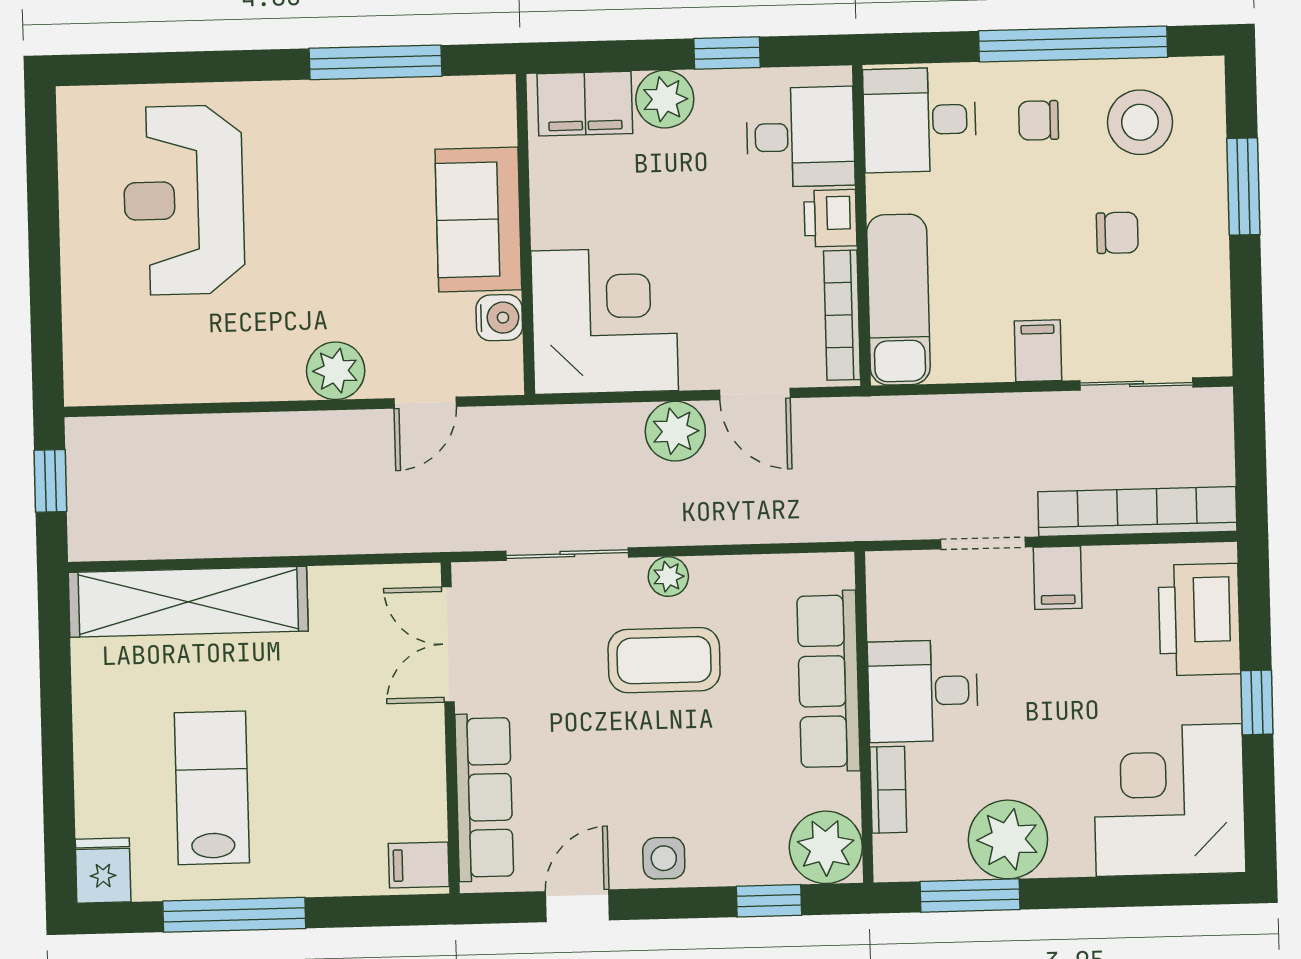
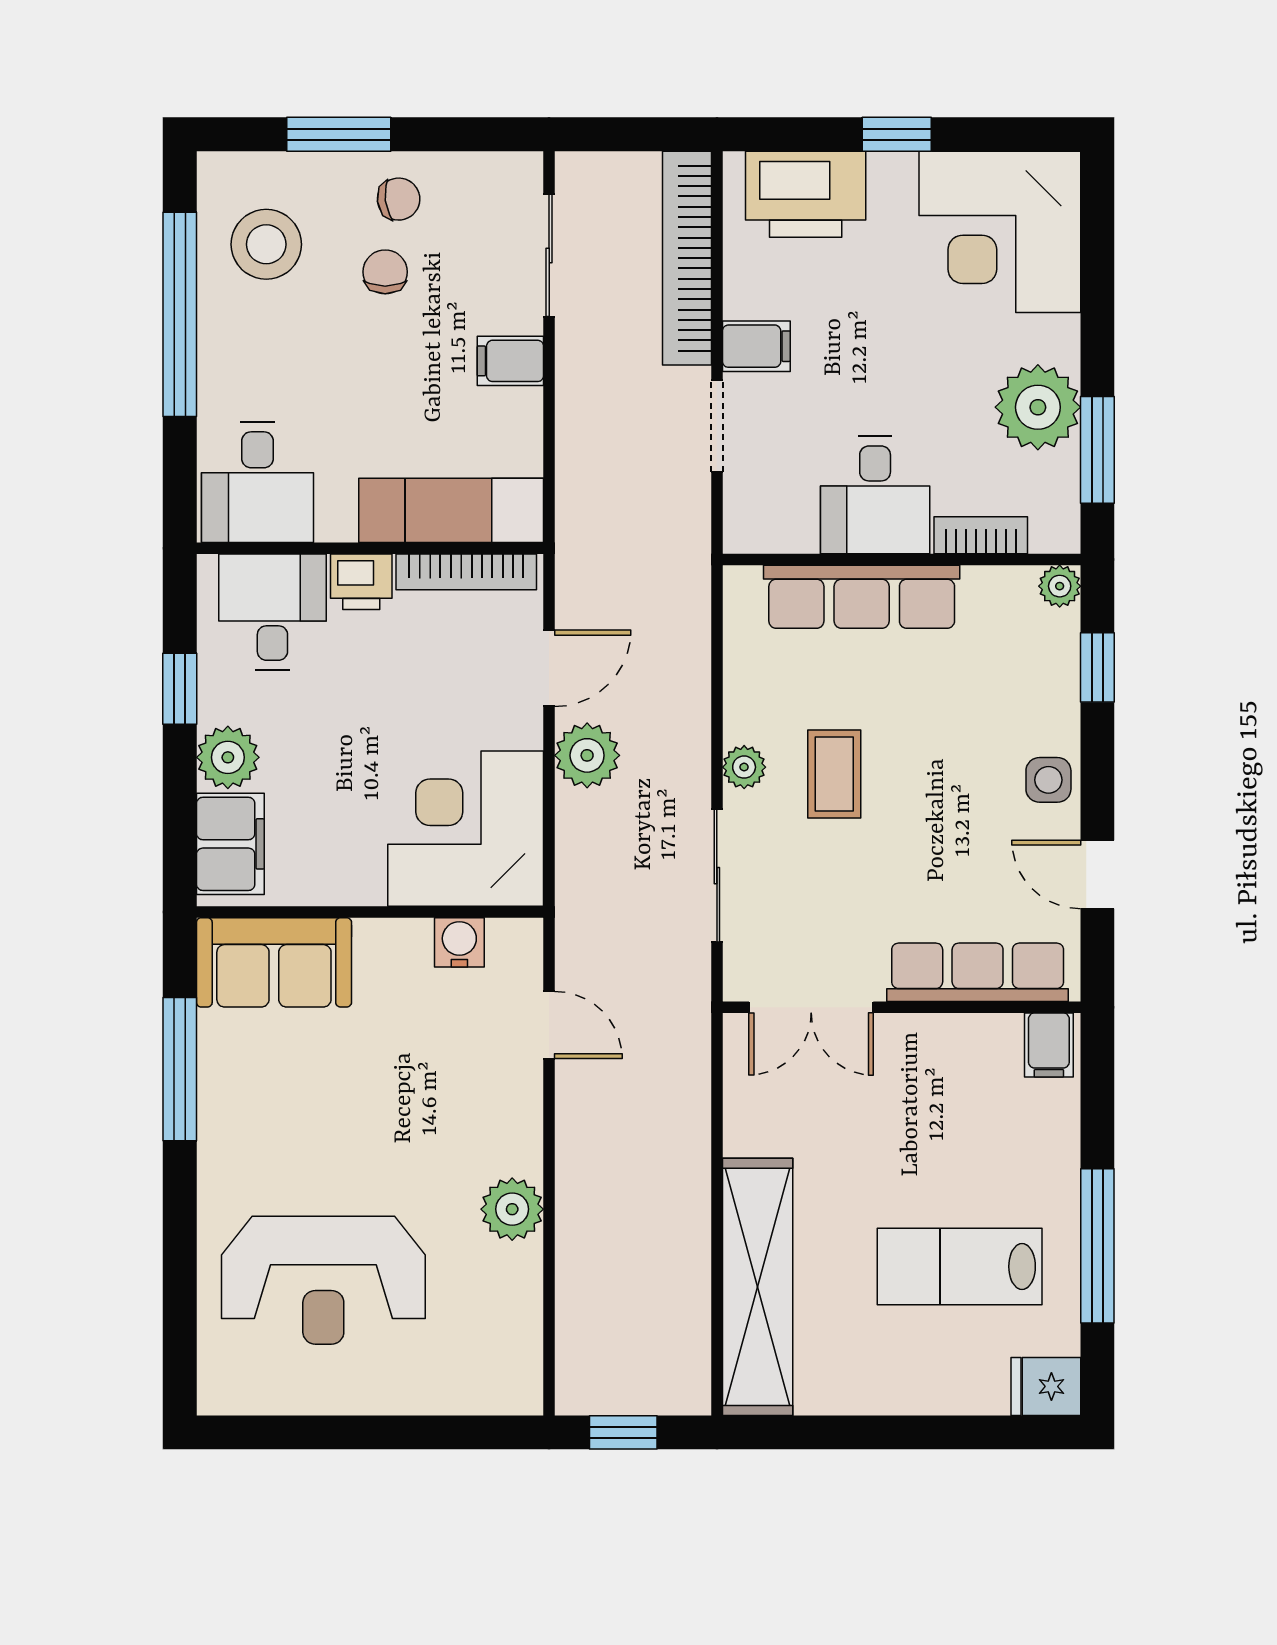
chair: (1039, 120) -> (399, 199), moved, turned -97
sofa: (478, 220) -> (274, 962), moved
plant: (336, 371) -> (512, 1209), moved
coffee table: (664, 660) -> (834, 774), width x0.73, depth x0.77
plant: (826, 847) -> (1060, 586), width x0.53, depth x0.53

